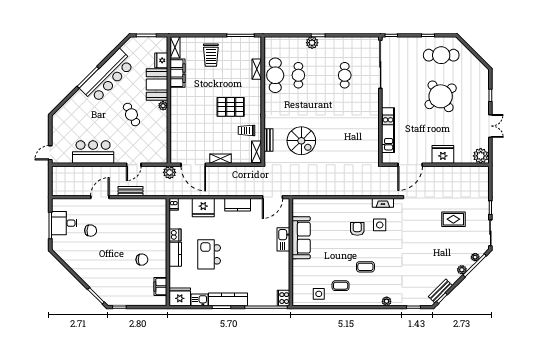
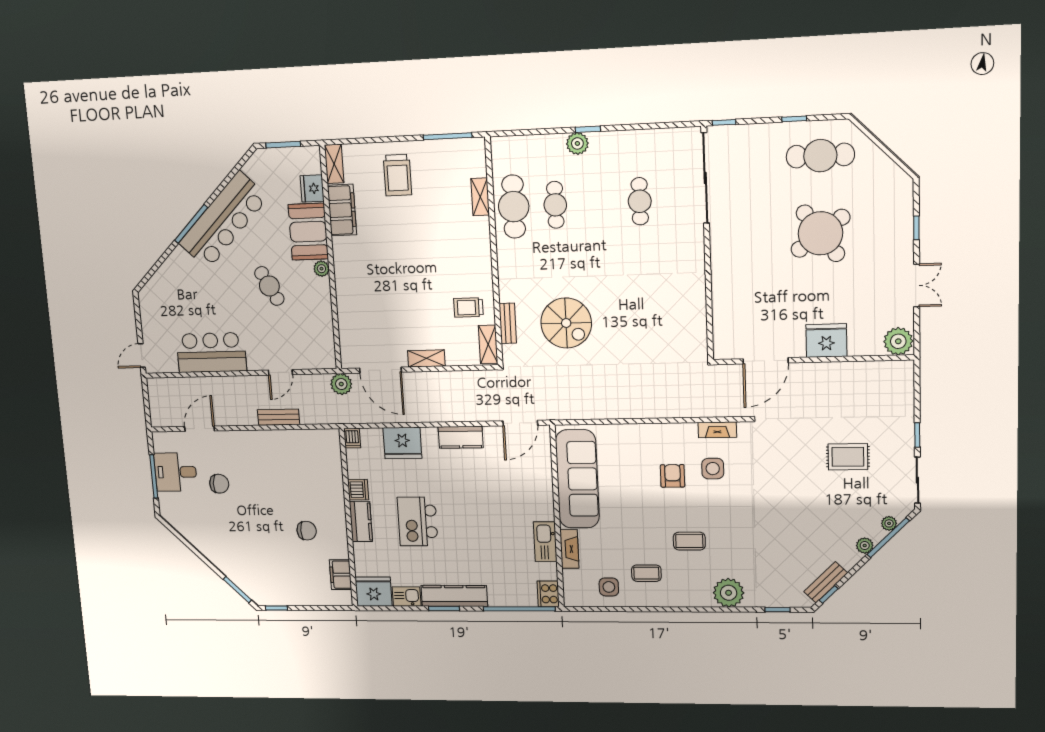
pallet: (231, 107) -> (438, 267), removed
kitchen unit: (388, 130) -> (723, 299), removed
door: (100, 197) -> (199, 429), moved
sofa: (301, 238) -> (577, 479), width x1.36, depth x1.27
kitchen sink: (283, 239) -> (545, 542), moved
fireplace: (297, 271) -> (569, 549), added
plant: (387, 301) -> (729, 593), width x1.88, depth x1.88

